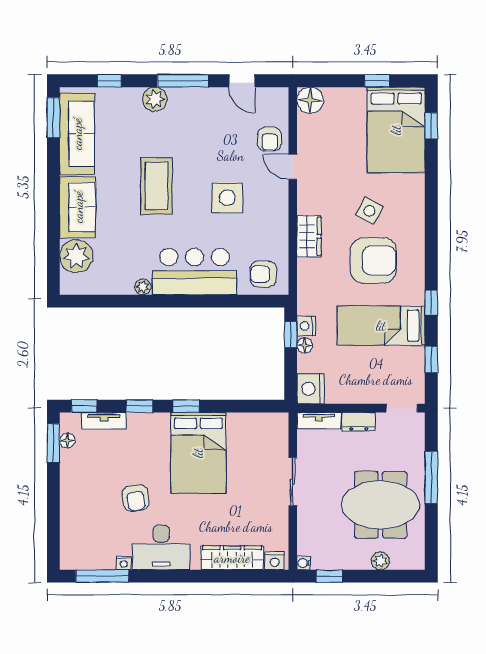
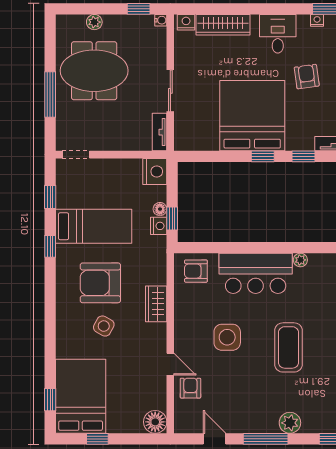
armchair: (263, 274) -> (196, 271), turned 180
tv unit: (319, 421) -> (159, 132), moved, turned -90
dresser: (359, 422) -> (113, 143), removed
bed: (198, 453) -> (252, 116), width x1.36
desk: (161, 547) -> (278, 34), width x0.73

